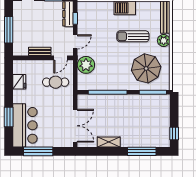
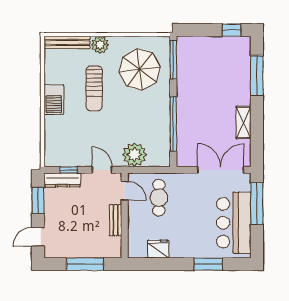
bar counter: (25, 125) -> (234, 223), moved, turned -90
window: (38, 151) -> (257, 204), moved

